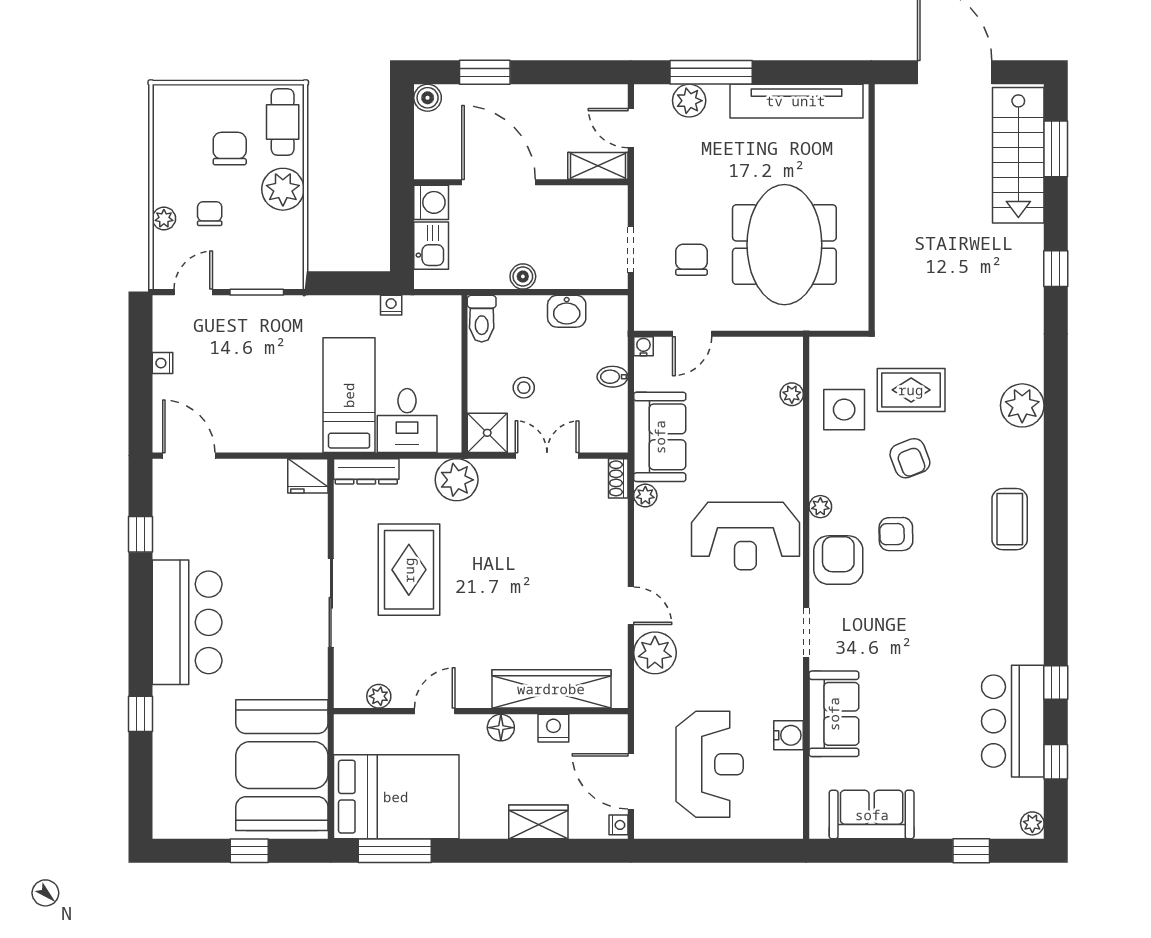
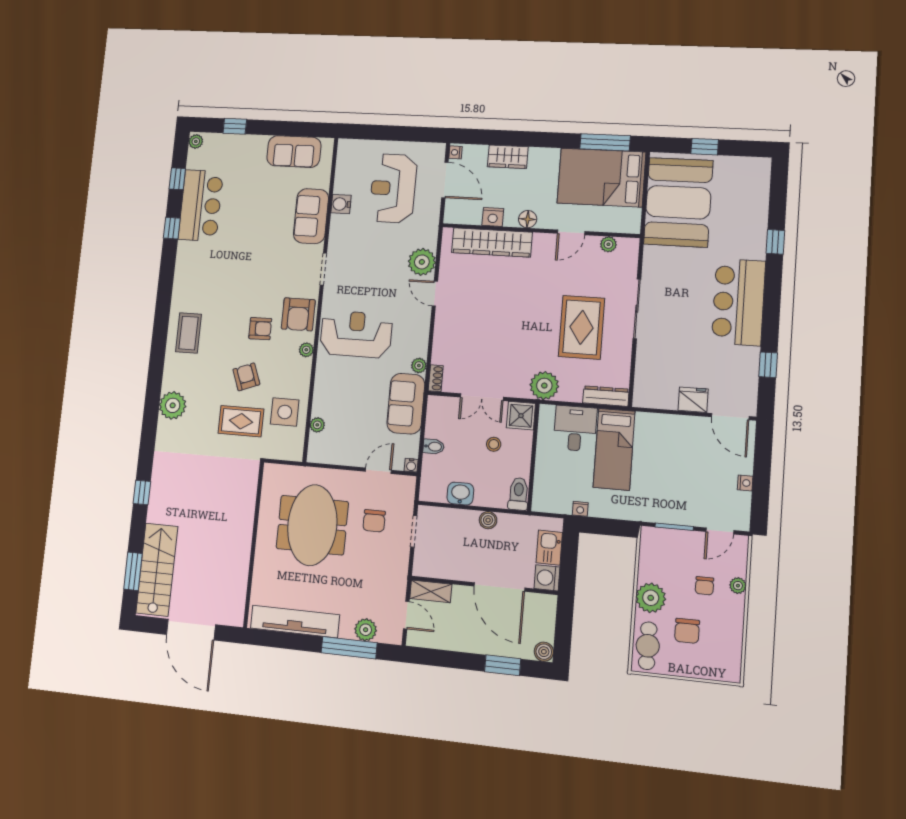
fridge: (308, 476) -> (693, 400), moved

